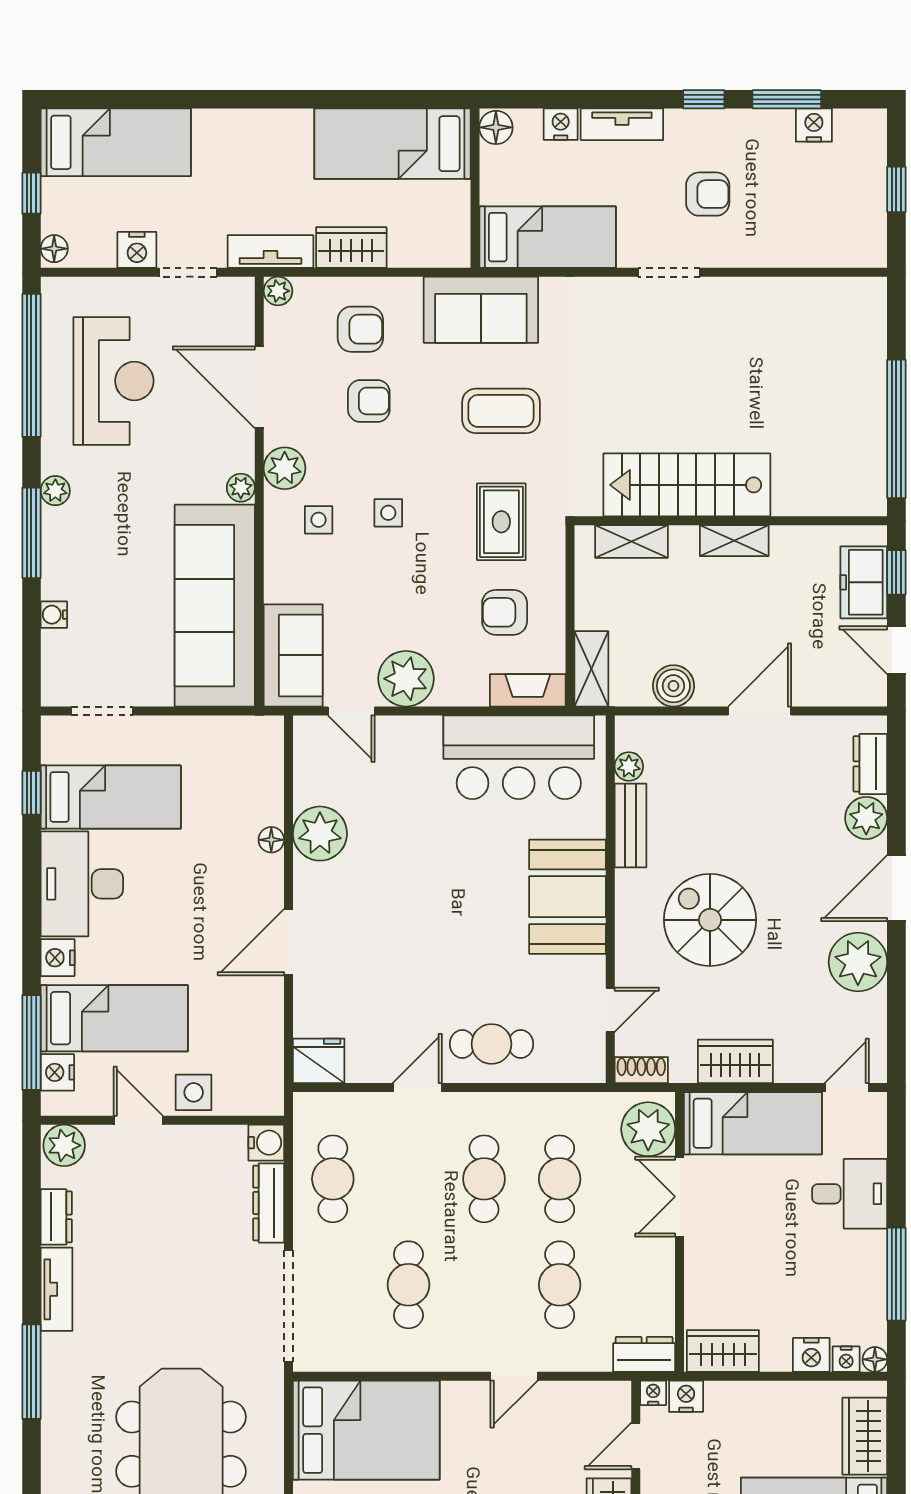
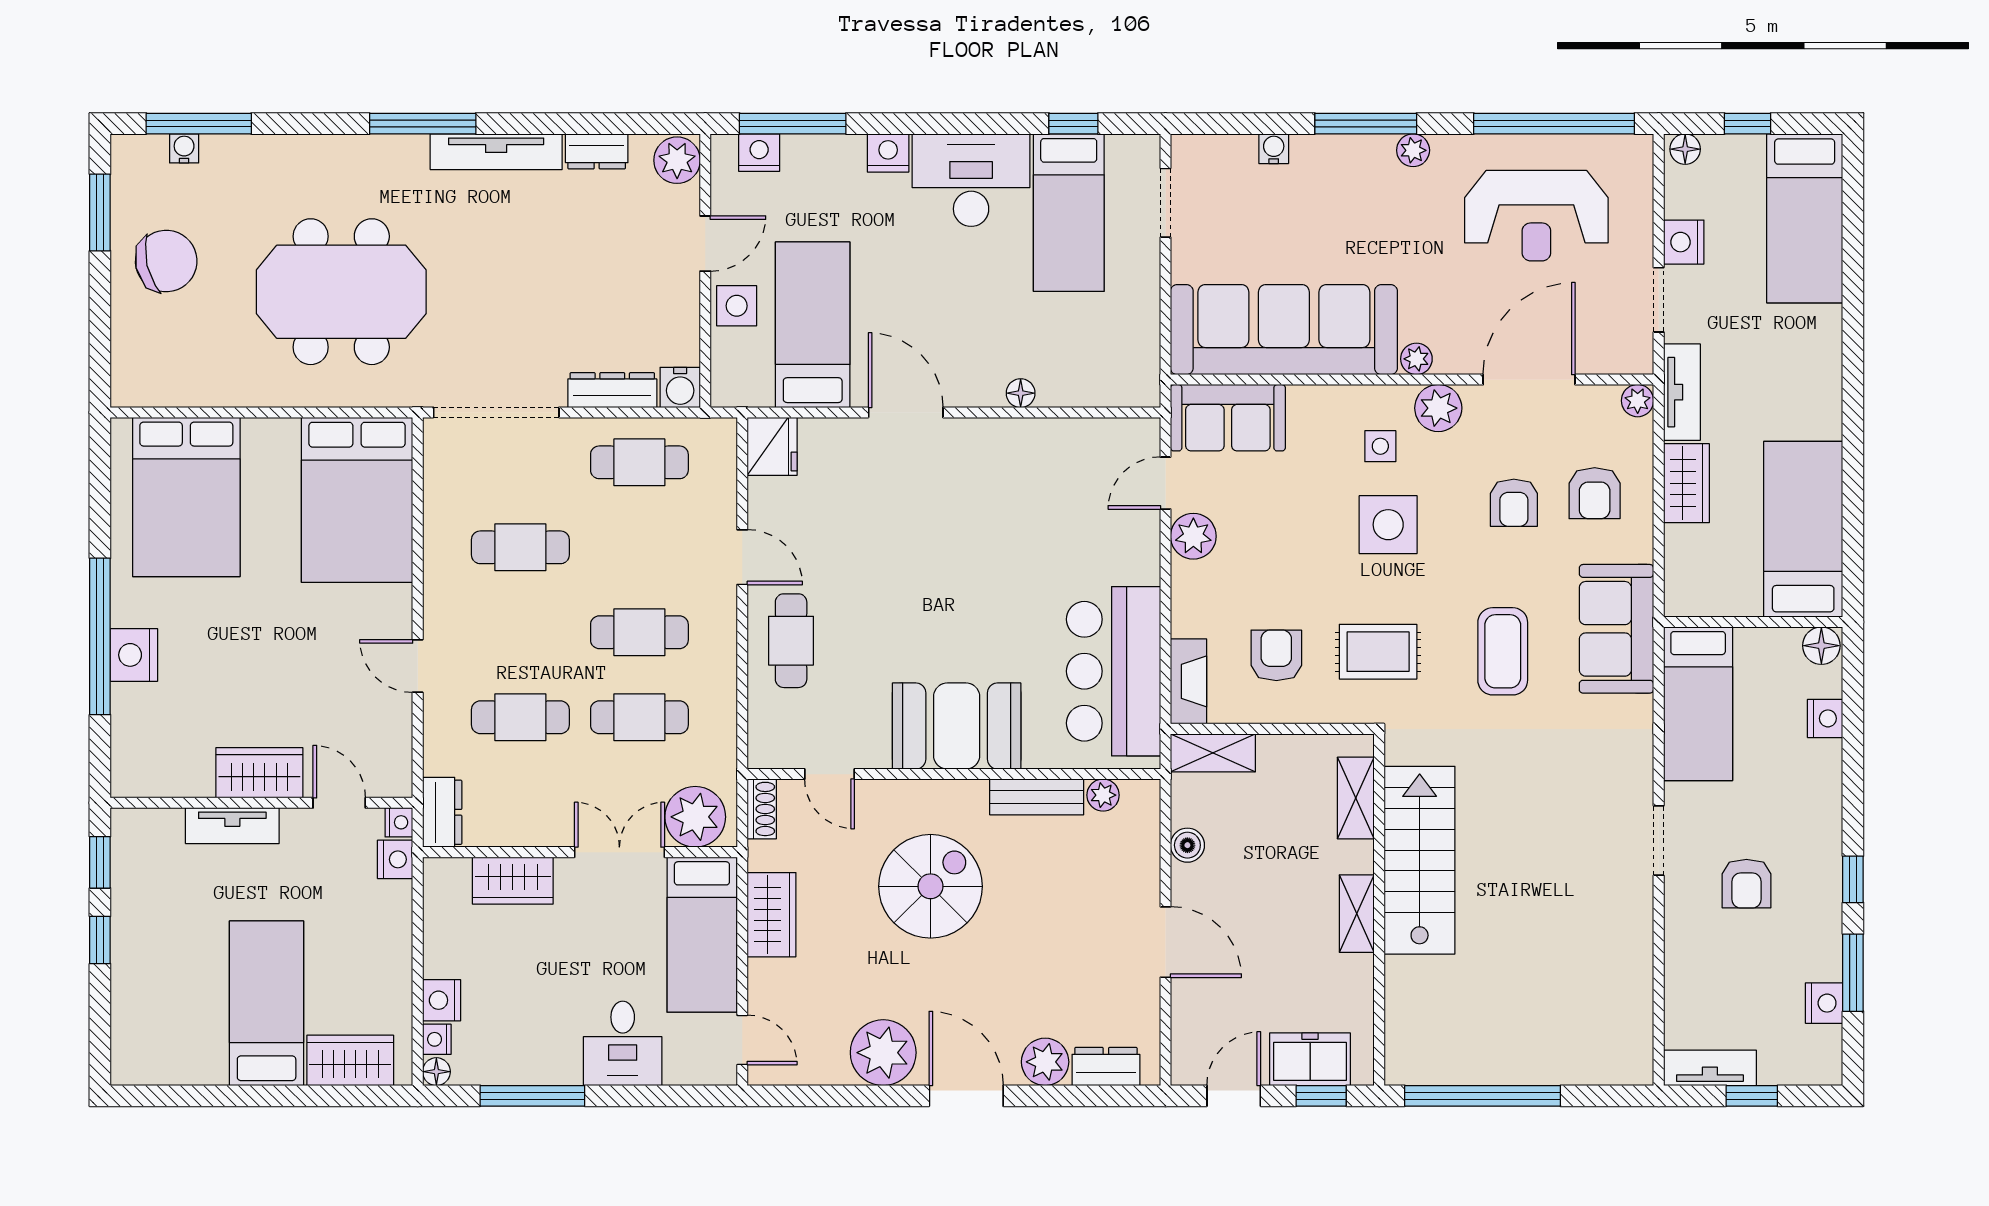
tv unit: (622, 124) -> (1710, 1068), moved, turned 90
side table: (388, 513) -> (1388, 525), width x1.87, depth x1.87
plant: (406, 679) -> (1193, 536), width x0.73, depth x0.73
boiler: (673, 686) -> (1187, 845), width x0.73, depth x0.73
plant: (320, 834) -> (1028, 448), removed
bed: (114, 1018) -> (813, 325), moved, turned 180
tv unit: (57, 1289) -> (496, 152), width x1.41
wardrobe: (723, 1351) -> (513, 881), moved, turned 90

